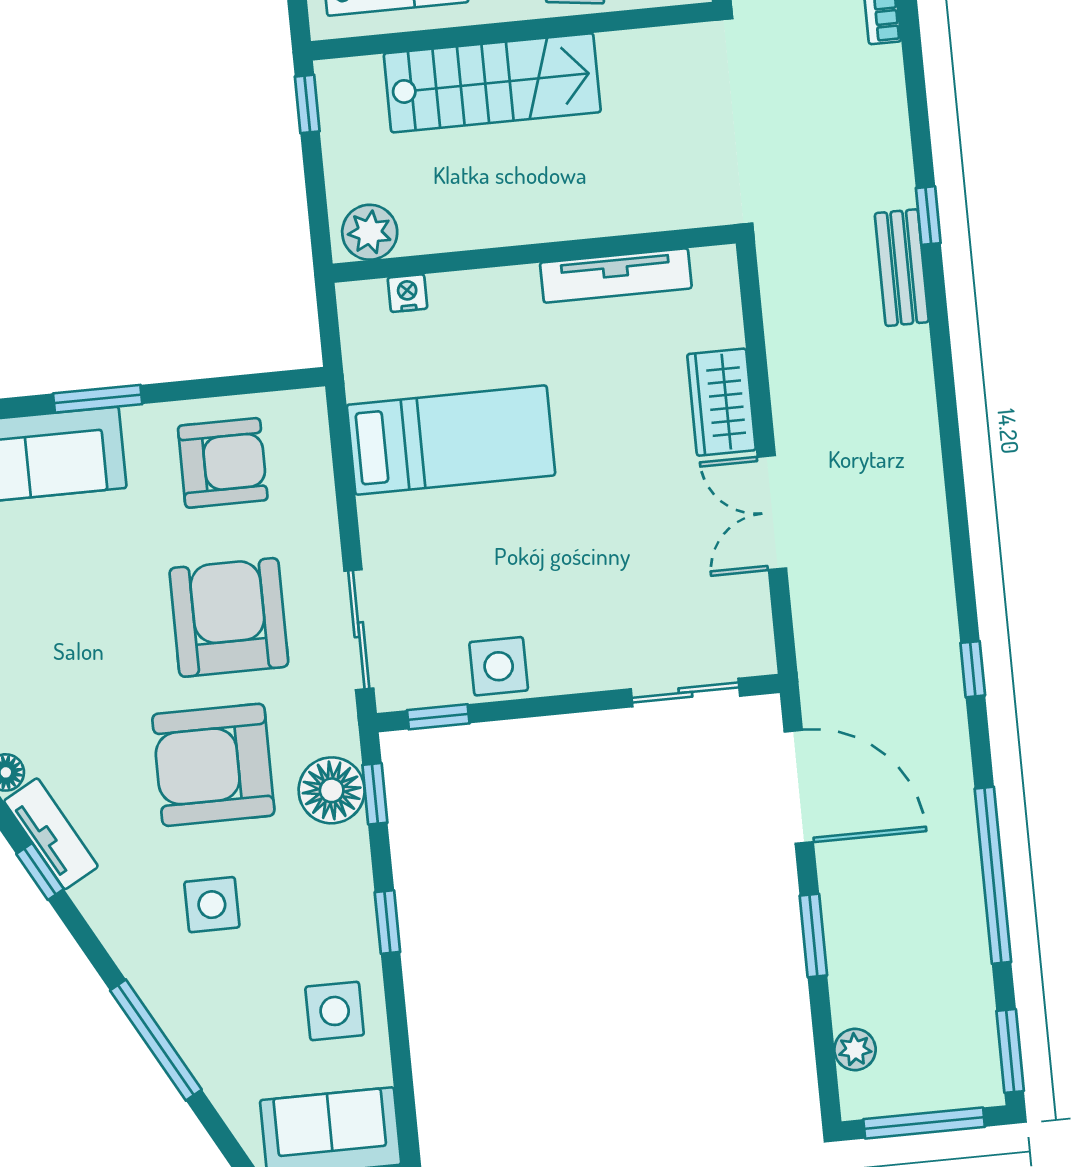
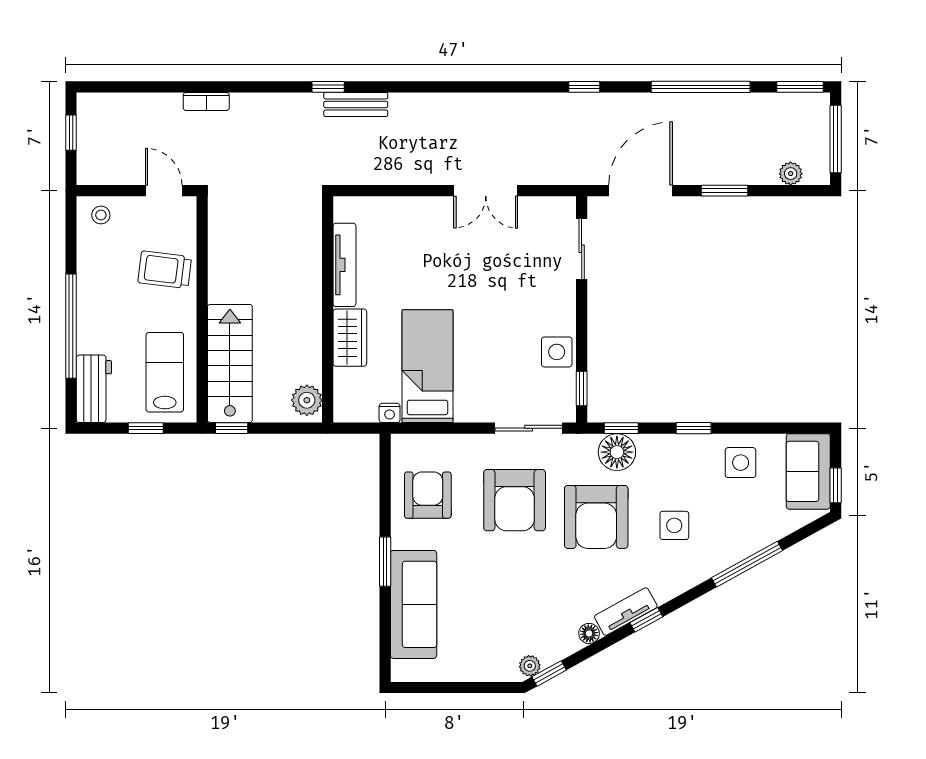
stairs: (492, 83) -> (230, 363), moved
nightstand: (407, 293) -> (390, 413), moved, turned -90
wardrobe: (721, 402) -> (350, 338), moved, turned -90
armchair: (229, 617) -> (515, 500), turned -90

